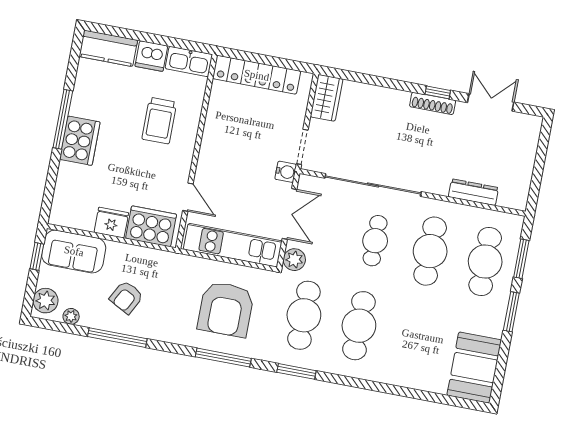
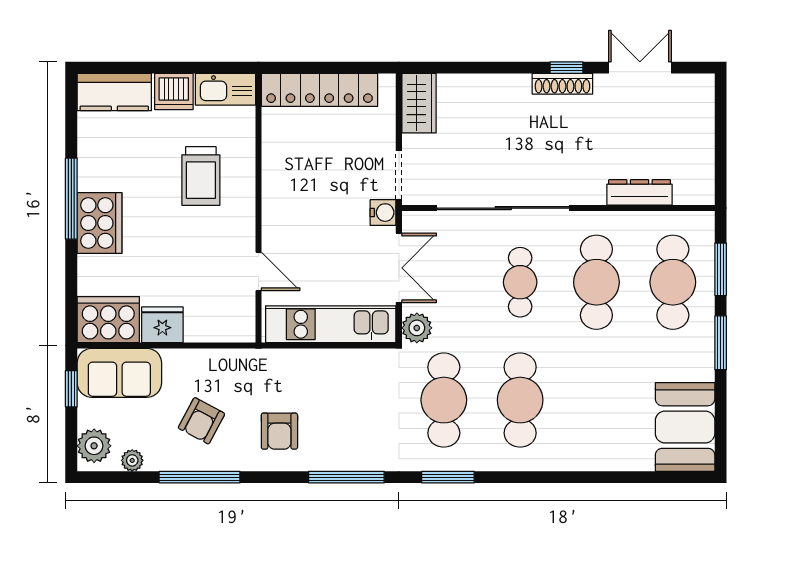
cooker: (151, 226) -> (108, 320), moved
armchair: (226, 309) -> (279, 431), moved, width x0.53, depth x0.53

